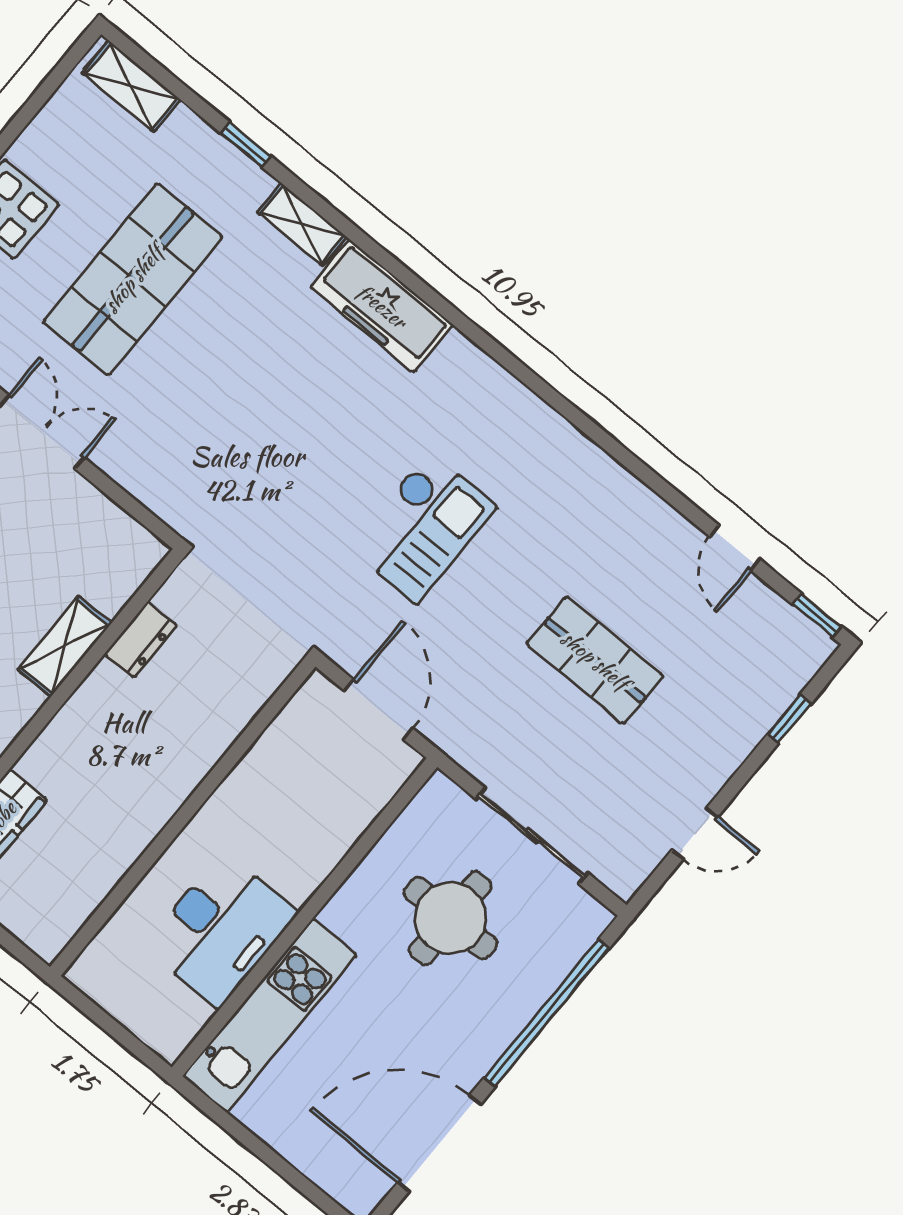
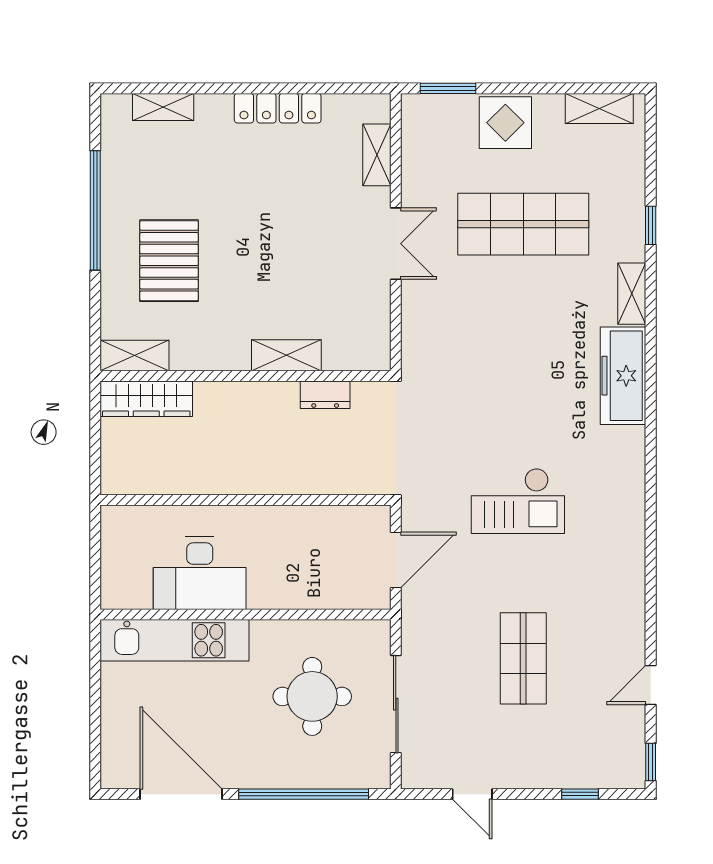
shelving: (131, 86) -> (599, 108), moved, turned 90

